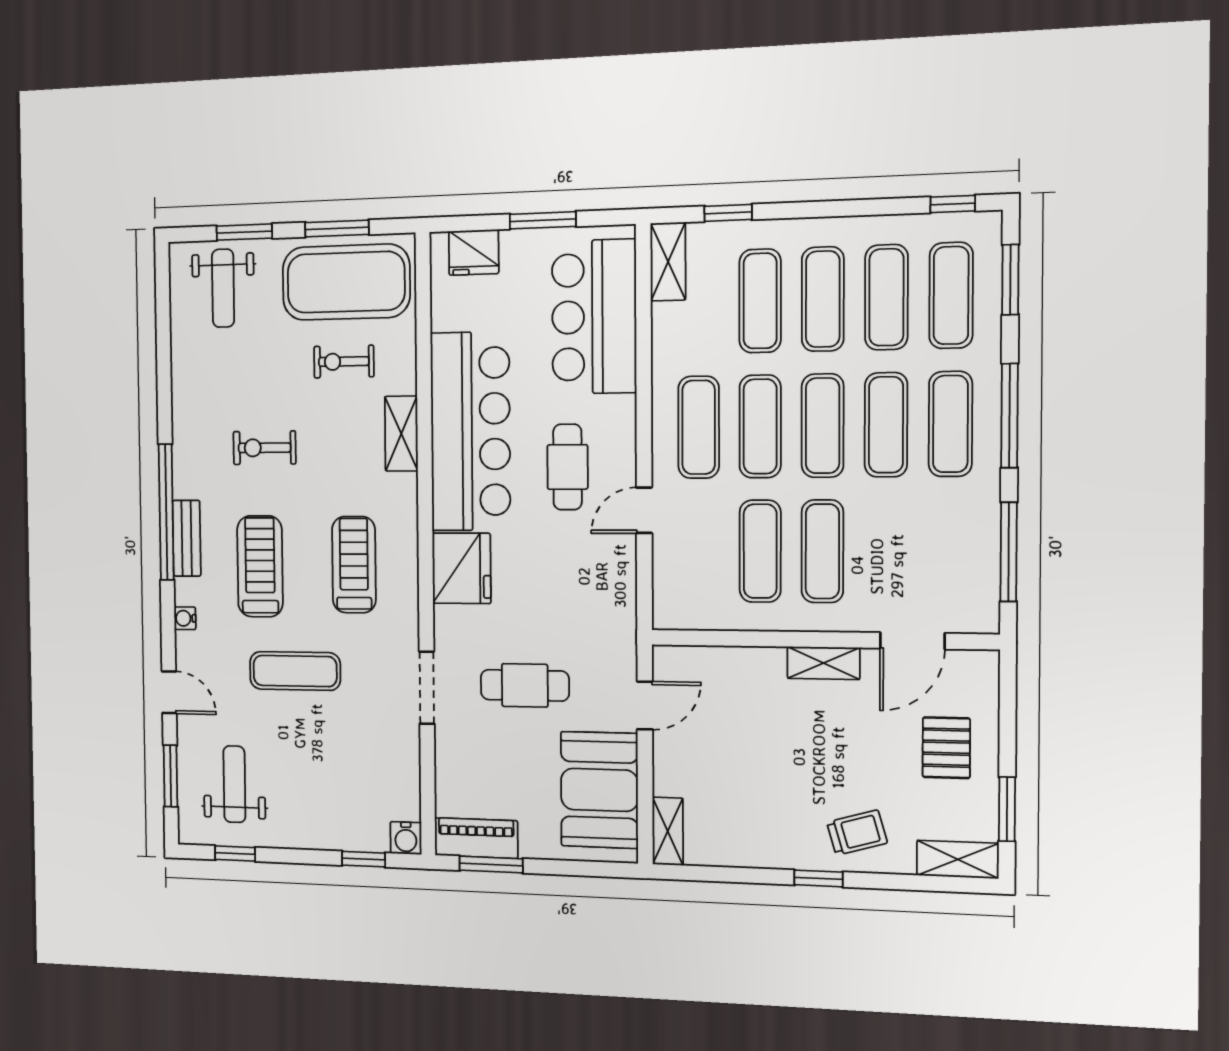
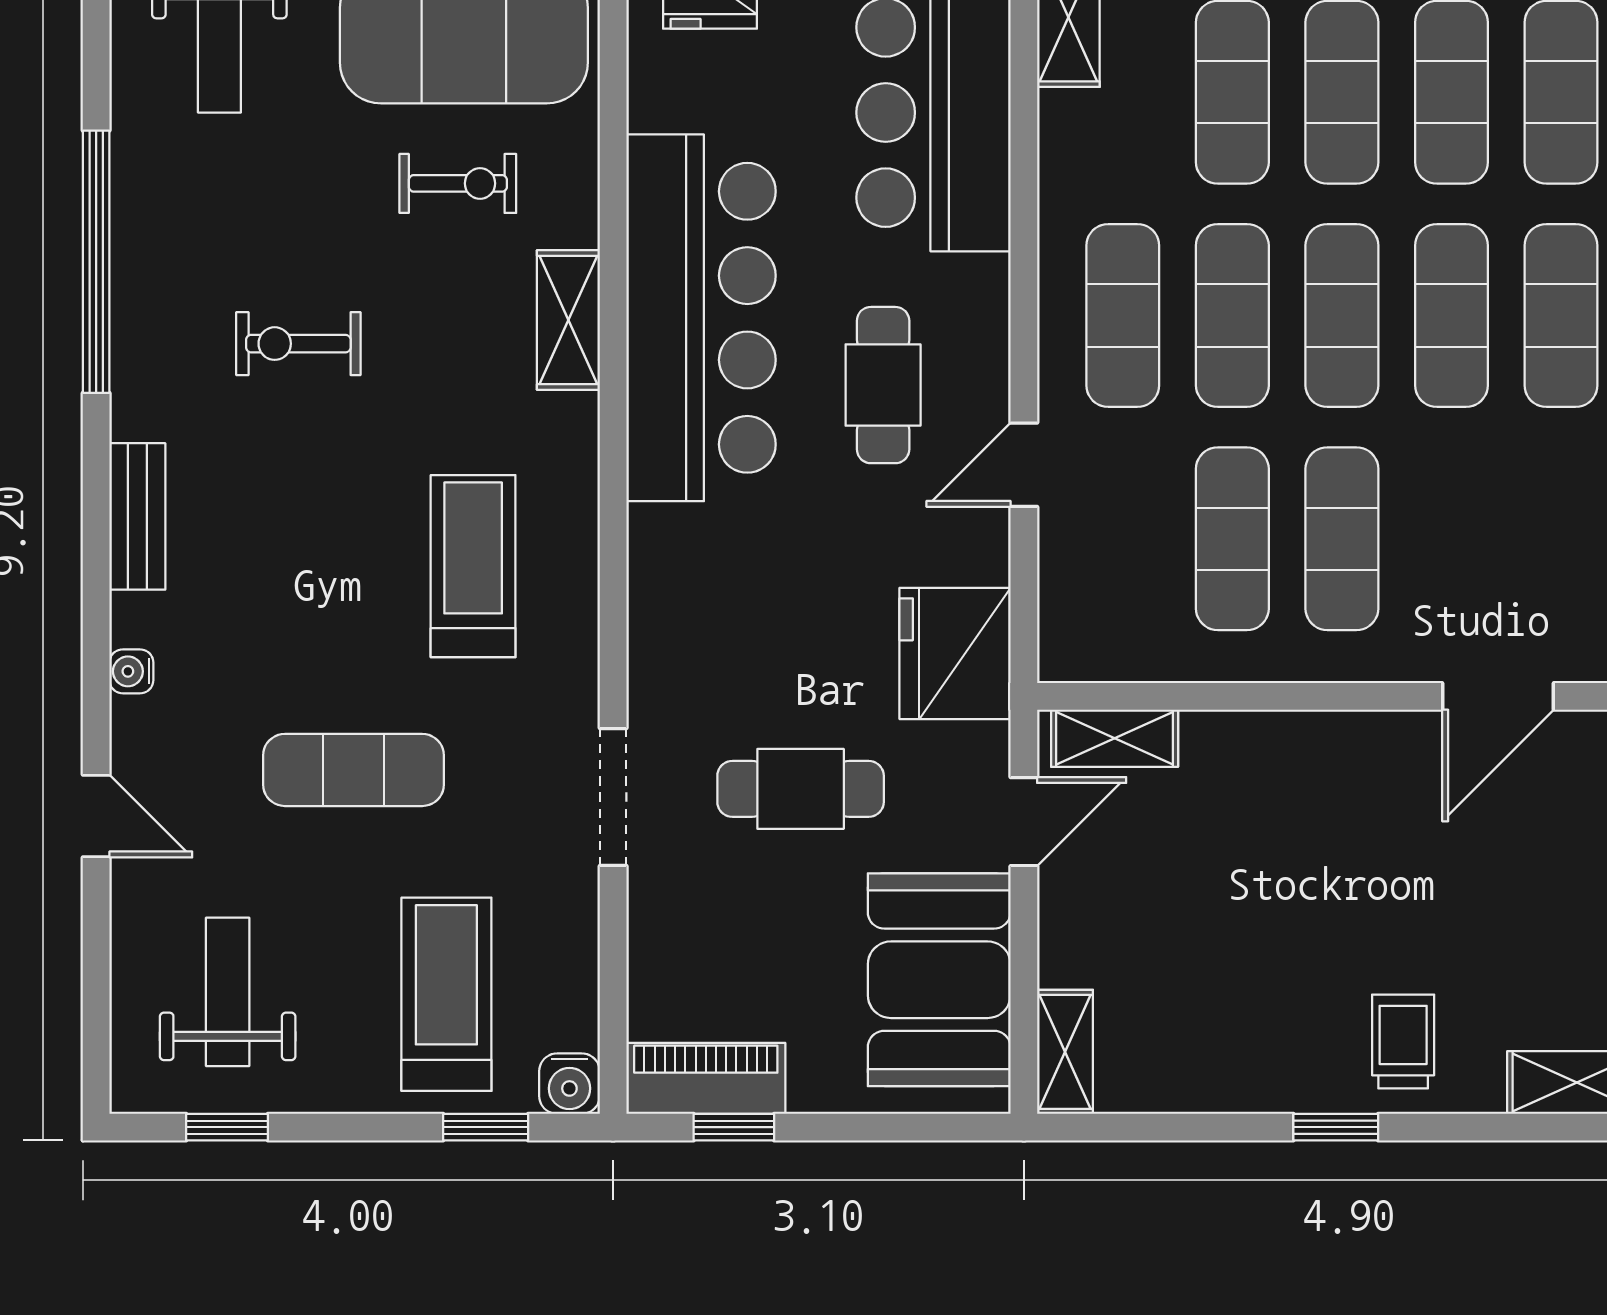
exercise bike: (344, 362) -> (458, 183), turned 180
window: (166, 512) -> (96, 262), moved
treadmill: (260, 566) -> (446, 994), moved
fridge: (461, 568) -> (955, 653), moved, turned 180
shelving: (824, 663) -> (1115, 738), moved
pallet: (946, 748) -> (1557, 885), removed
window: (171, 776) -> (96, 980), removed
trolley: (857, 833) -> (1403, 1042), turned -74
window: (491, 864) -> (734, 1127), width x0.67

